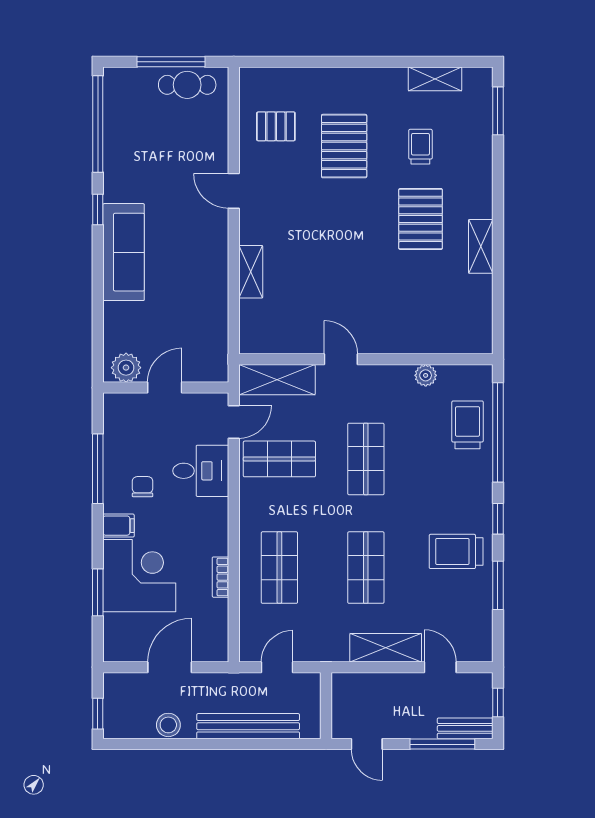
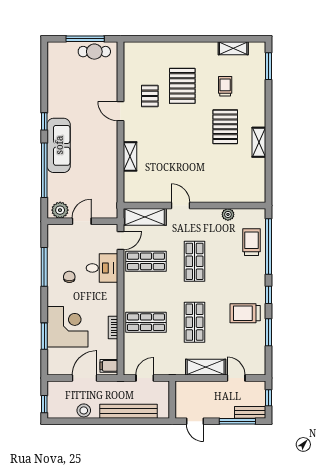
window: (98, 124) -> (44, 170), moved
pallet: (276, 126) -> (150, 96), moved, turned 90
filing cabinet: (118, 526) -> (109, 366), moved, turned 180
shop shelf: (279, 568) -> (146, 322), turned 90

